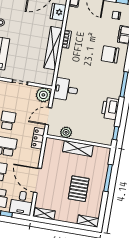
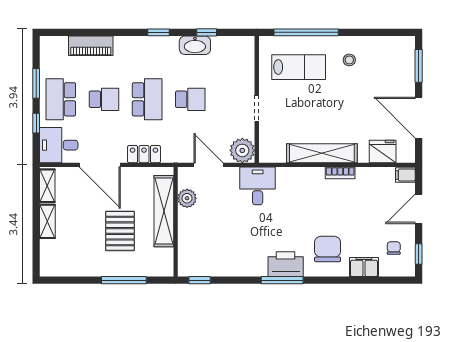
printer: (110, 109) -> (286, 264), moved
locker: (38, 138) -> (144, 154), moved
shelving: (78, 149) -> (164, 211), width x1.47
door: (37, 180) -> (100, 165), swing flipped
pallet: (79, 189) -> (120, 231), moved, turned 90
shelving: (88, 221) -> (47, 221), moved

